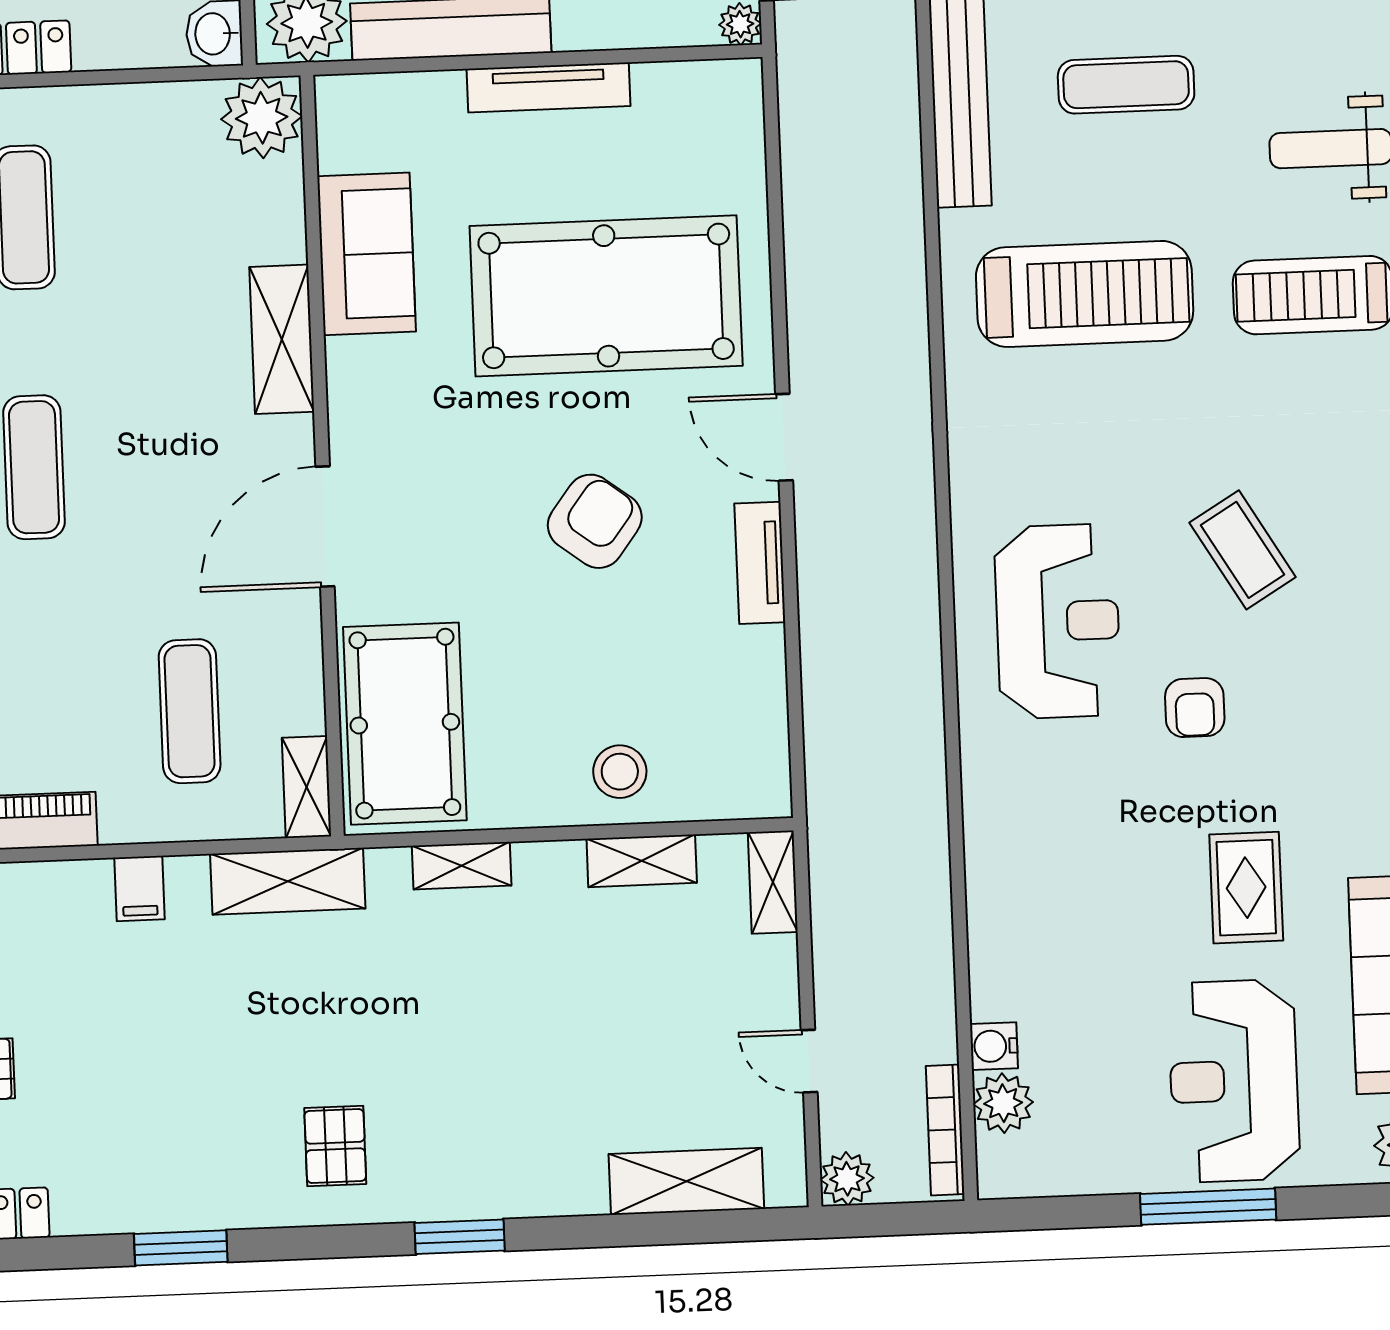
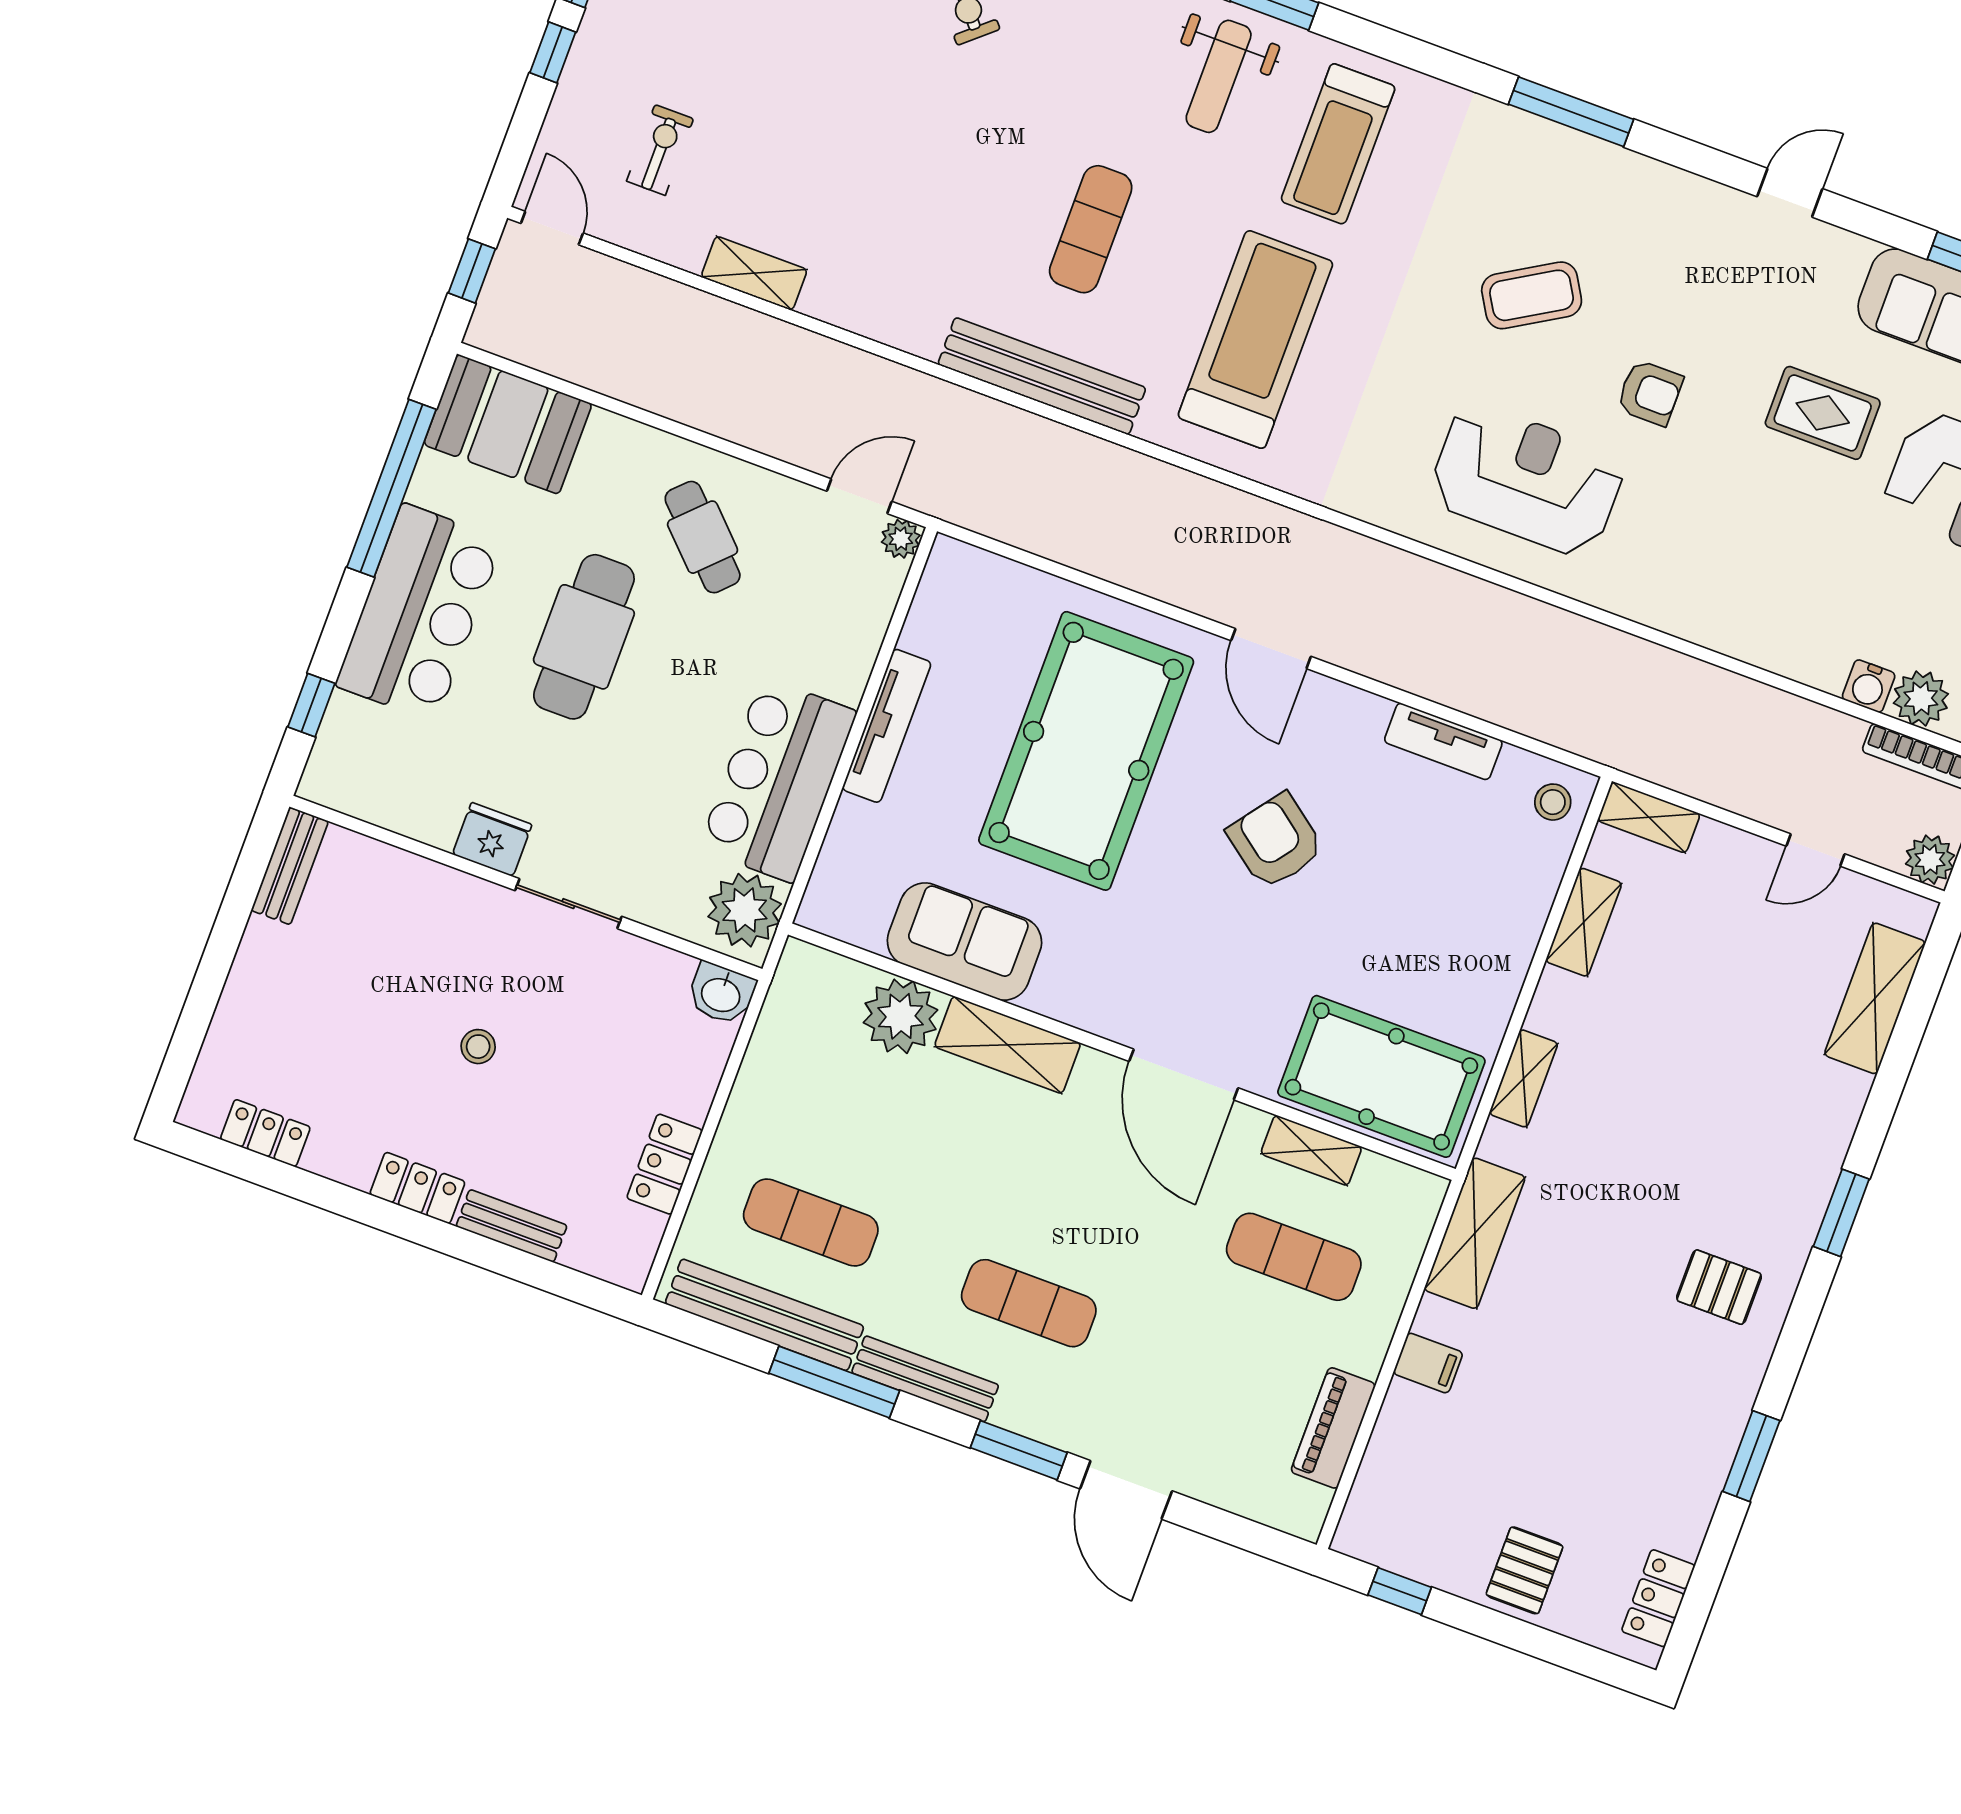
plant: (262, 118) -> (901, 1016), moved
door: (784, 437) -> (1271, 649), hinge flipped
tv unit: (760, 563) -> (1443, 741), moved
stool: (620, 772) -> (1553, 802), moved, width x0.73, depth x0.73
shelving: (307, 787) -> (1311, 1150), moved

